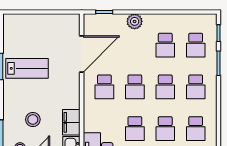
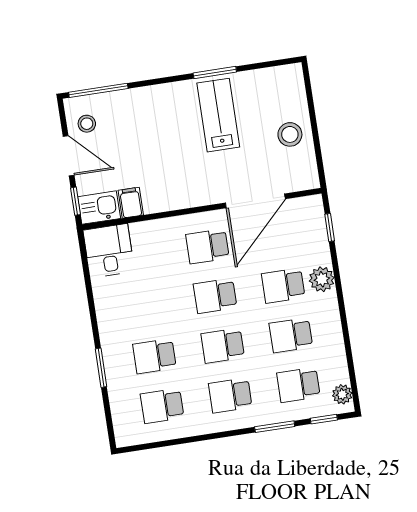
plant: (205, 20) -> (342, 394), added
door: (82, 54) -> (255, 201), hinge flipped
lab bench: (27, 68) -> (218, 115), turned 180
stool: (33, 119) -> (290, 134), moved
filing cabinet: (71, 122) -> (131, 203), width x0.50
school desk: (135, 129) -> (283, 286), moved

